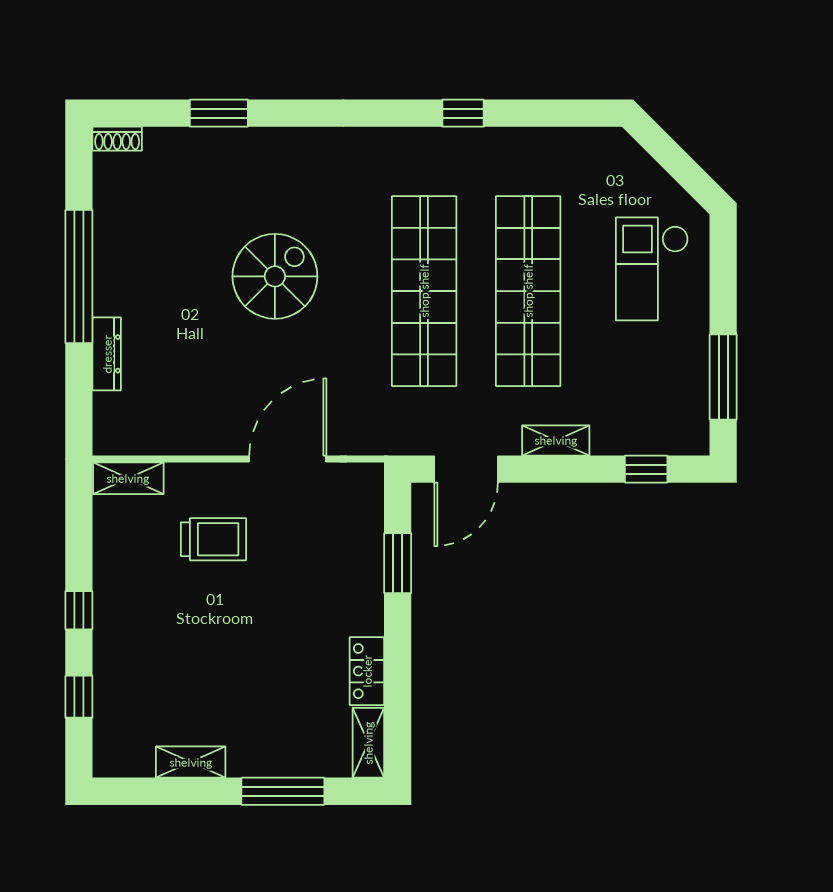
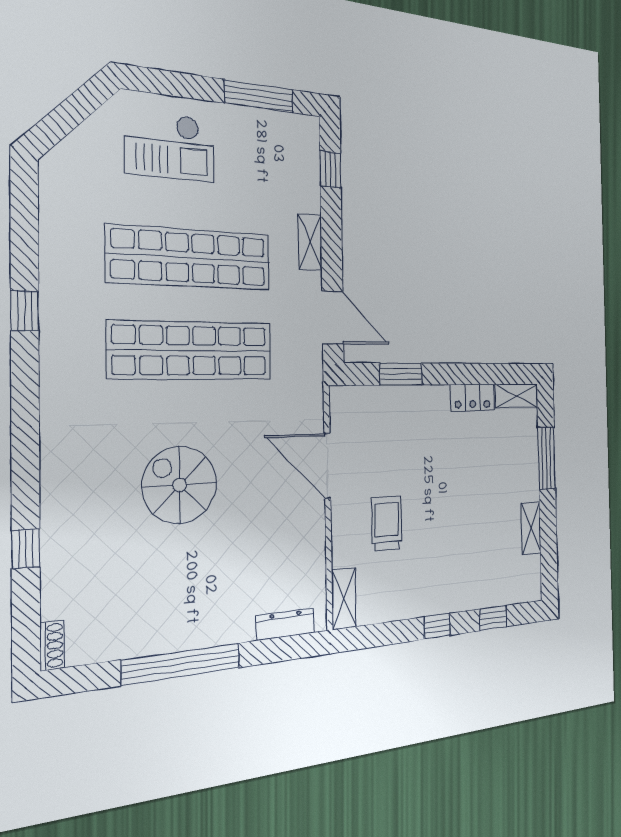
window: (219, 113) -> (26, 549), width x0.67
dresser: (107, 354) -> (285, 624), moved

